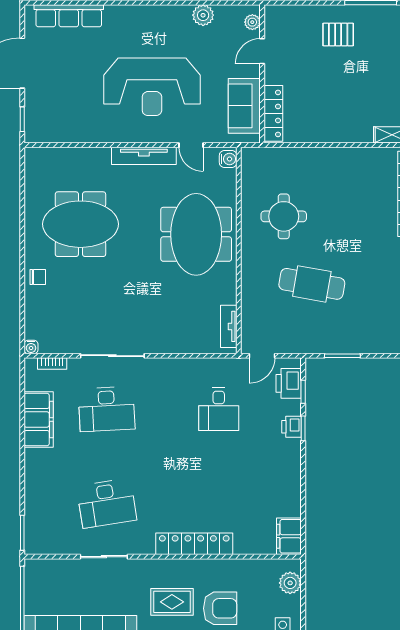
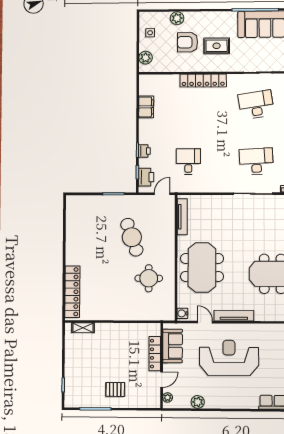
locker: (273, 113) -> (155, 354), moved
cafe table: (312, 284) -> (132, 237), turned 61
tv unit: (229, 326) -> (182, 217), width x1.41
filing cabinet: (289, 536) -> (146, 107), moved

